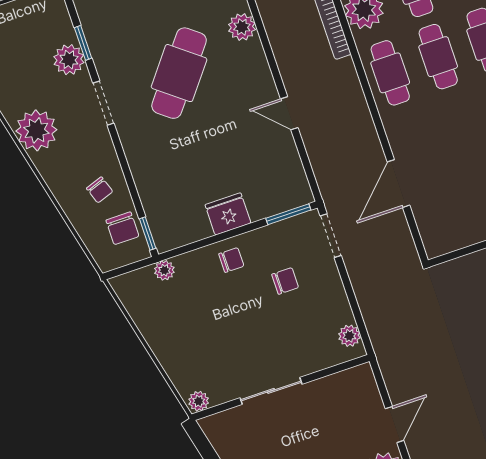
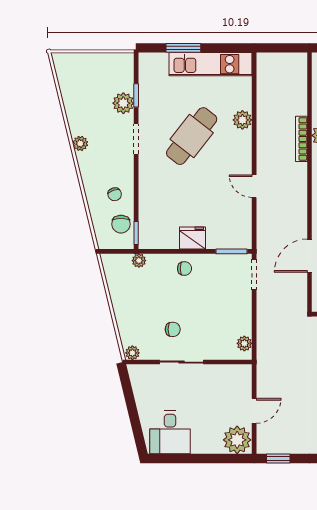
plant: (36, 130) -> (80, 143), width x0.53, depth x0.53
chair: (285, 281) -> (173, 329), moved

